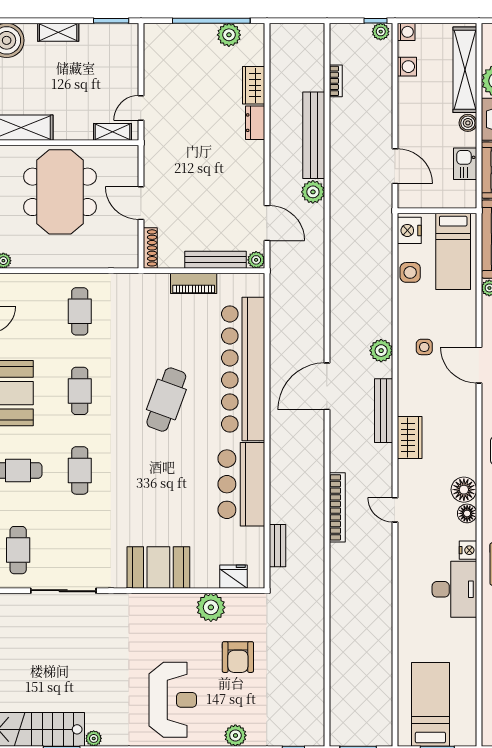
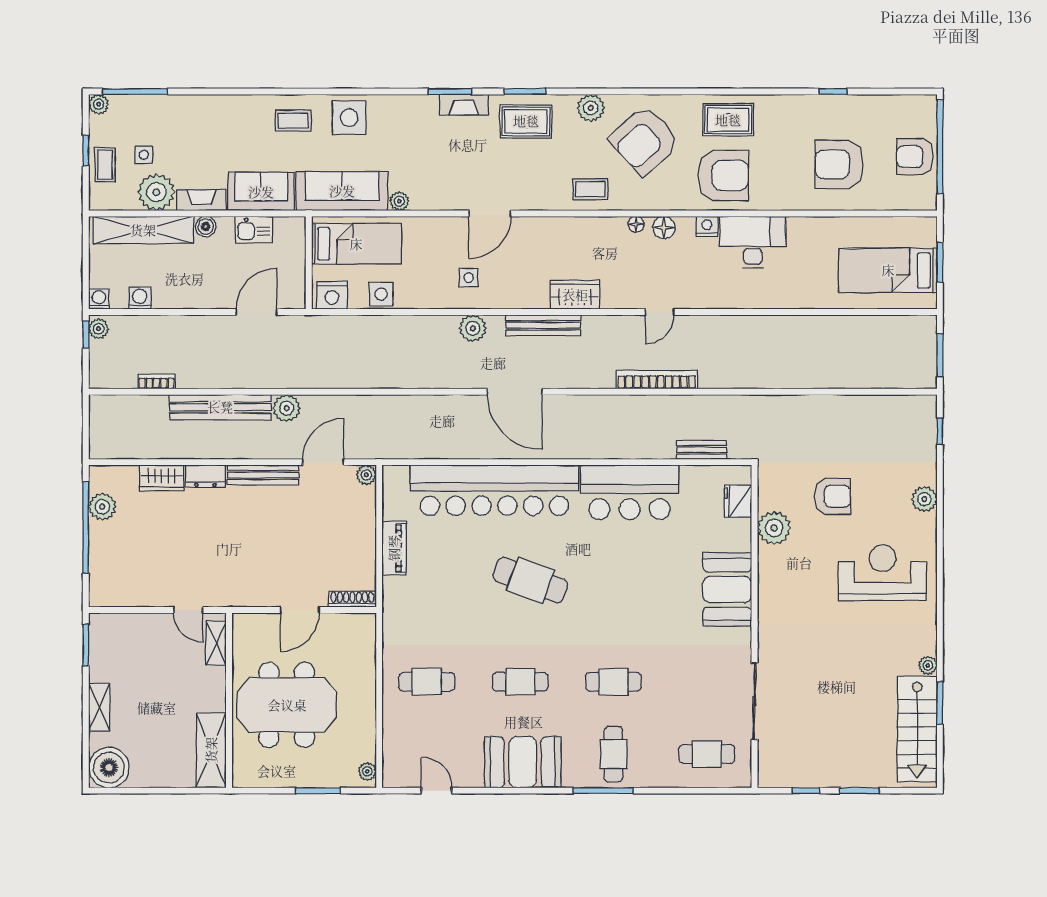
bench: (216, 260) -> (263, 475), moved, turned 90
floor lamp: (464, 490) -> (636, 224), width x0.53, depth x0.53

